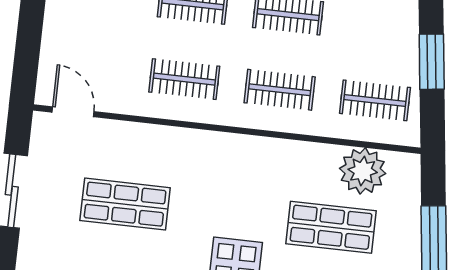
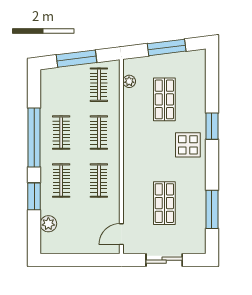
window: (432, 62) -> (76, 59), width x1.44
plant: (363, 171) -> (129, 81), width x0.53, depth x0.53

